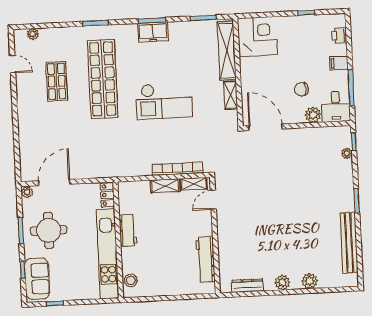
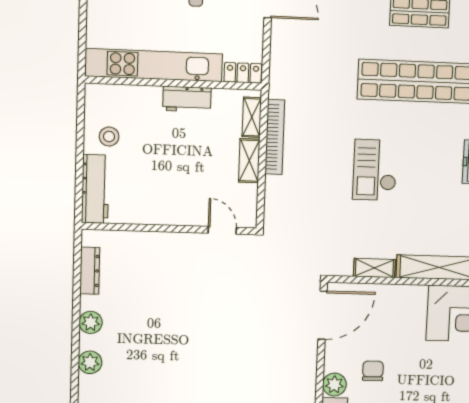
checkout: (164, 101) -> (375, 170), width x0.73, depth x0.83
bookcase: (178, 169) -> (275, 137), moved
shelving: (194, 184) -> (252, 117), moved
workbench: (205, 259) -> (95, 189), moved, turned 90
stool: (131, 281) -> (109, 137), moved

